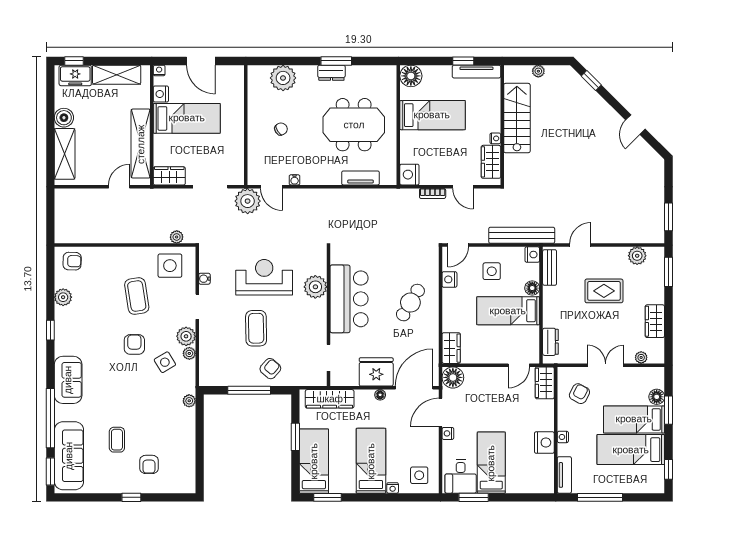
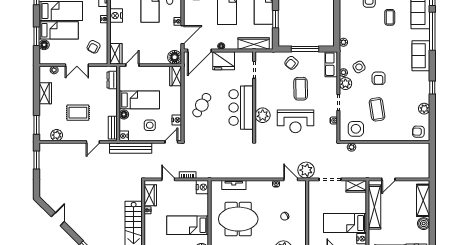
row of seats: (208, 367) -> (331, 64), added

